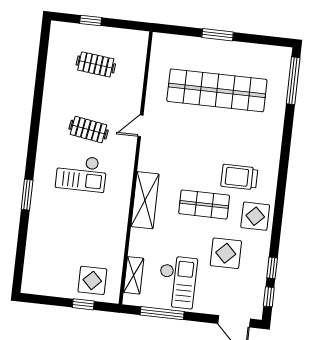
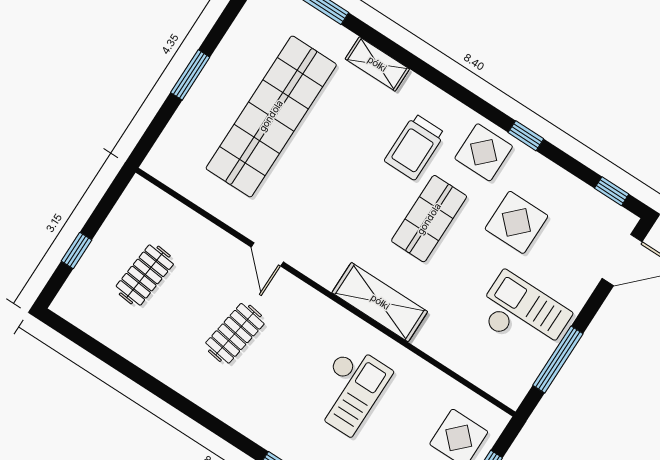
checkout: (81, 173) -> (349, 390), moved
window: (272, 268) -> (526, 136), moved
shelving: (134, 275) -> (377, 64), moved

